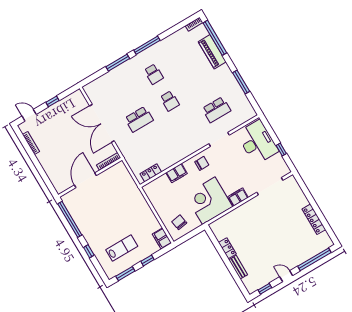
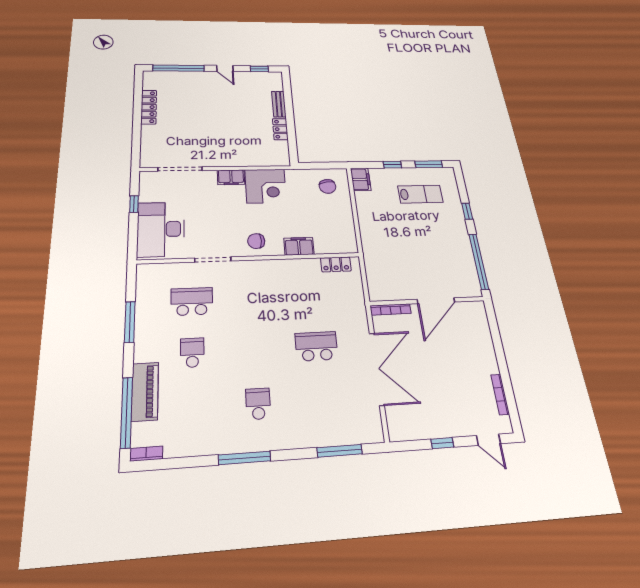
window: (118, 63) -> (340, 451), moved
school desk: (170, 101) -> (192, 353), moved
corner desk: (209, 201) -> (266, 186), width x0.74, depth x0.74
lab bench: (122, 248) -> (420, 194), turned 180

